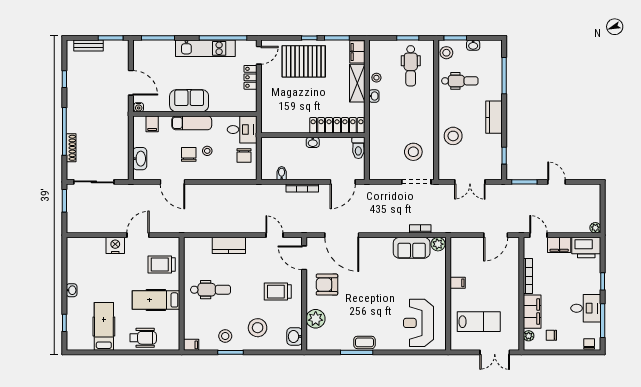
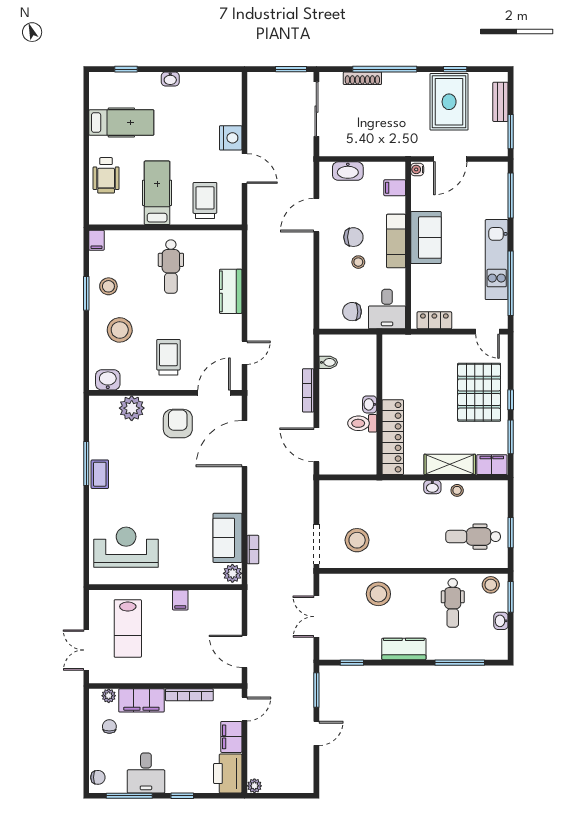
locker: (250, 77) -> (434, 320), moved
rug: (88, 84) -> (449, 102), added
toilet: (358, 148) -> (362, 423), moved

